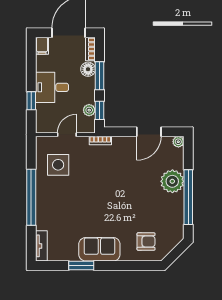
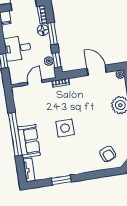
door: (149, 132) -> (97, 70), swing flipped
side table: (58, 165) -> (65, 128), moved
armchair: (146, 241) -> (108, 154), turned 68
sofa: (99, 249) -> (29, 141), moved, turned 90

